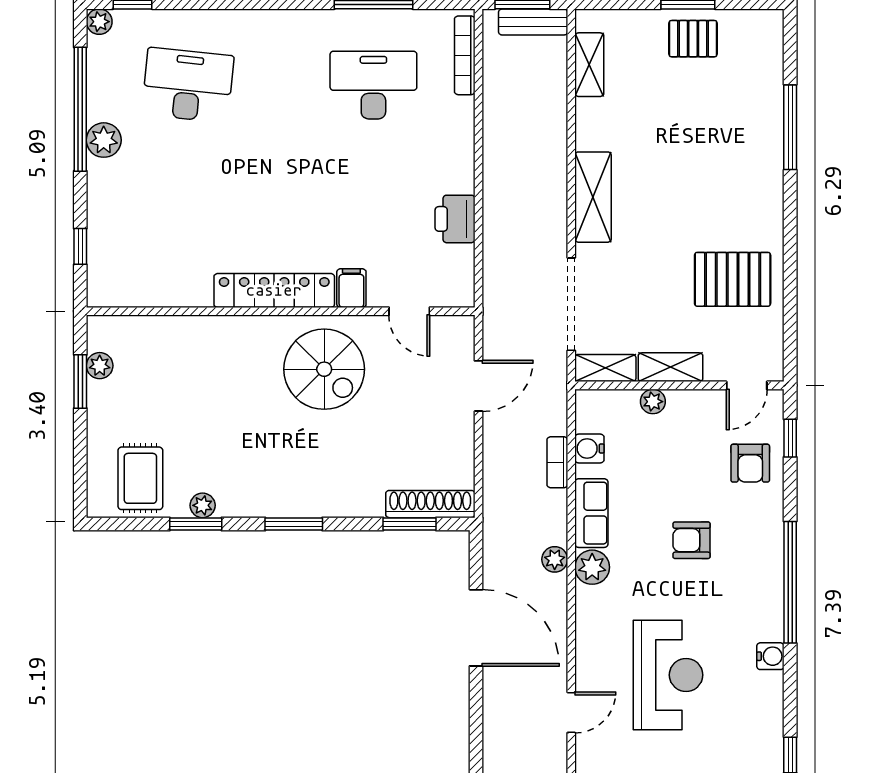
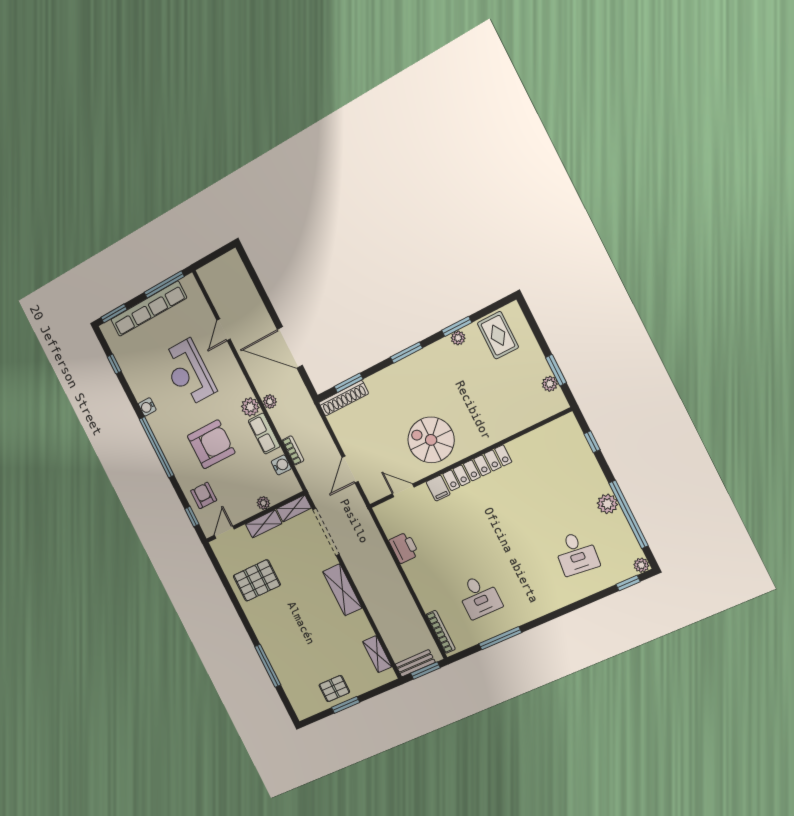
desk: (188, 85) -> (576, 553), width x0.73
desk: (373, 85) -> (479, 596), width x0.73
armchair: (692, 540) -> (211, 444), width x1.88, depth x1.88

